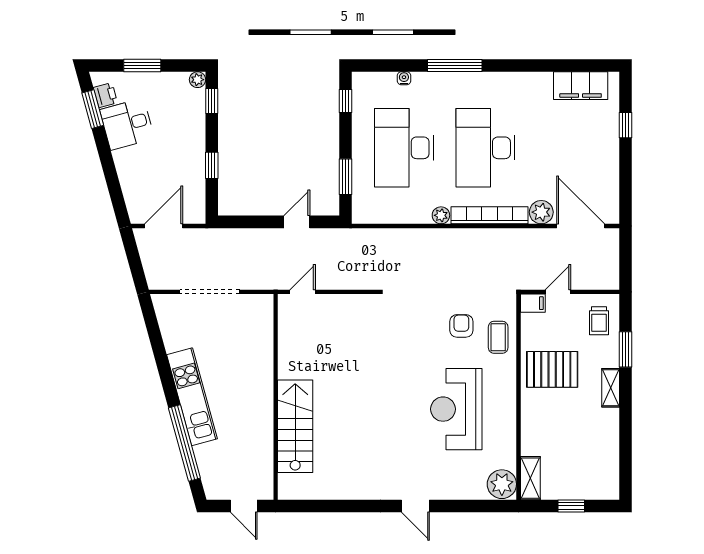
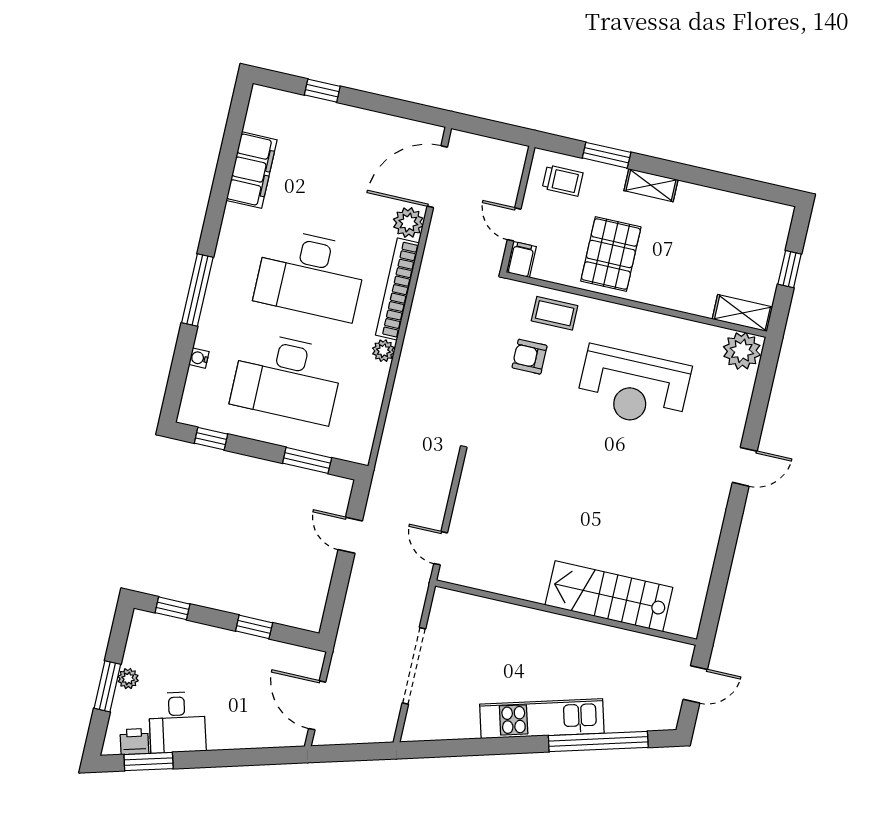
plant: (198, 80) -> (128, 679), moved
filing cabinet: (581, 86) -> (252, 170), moved

